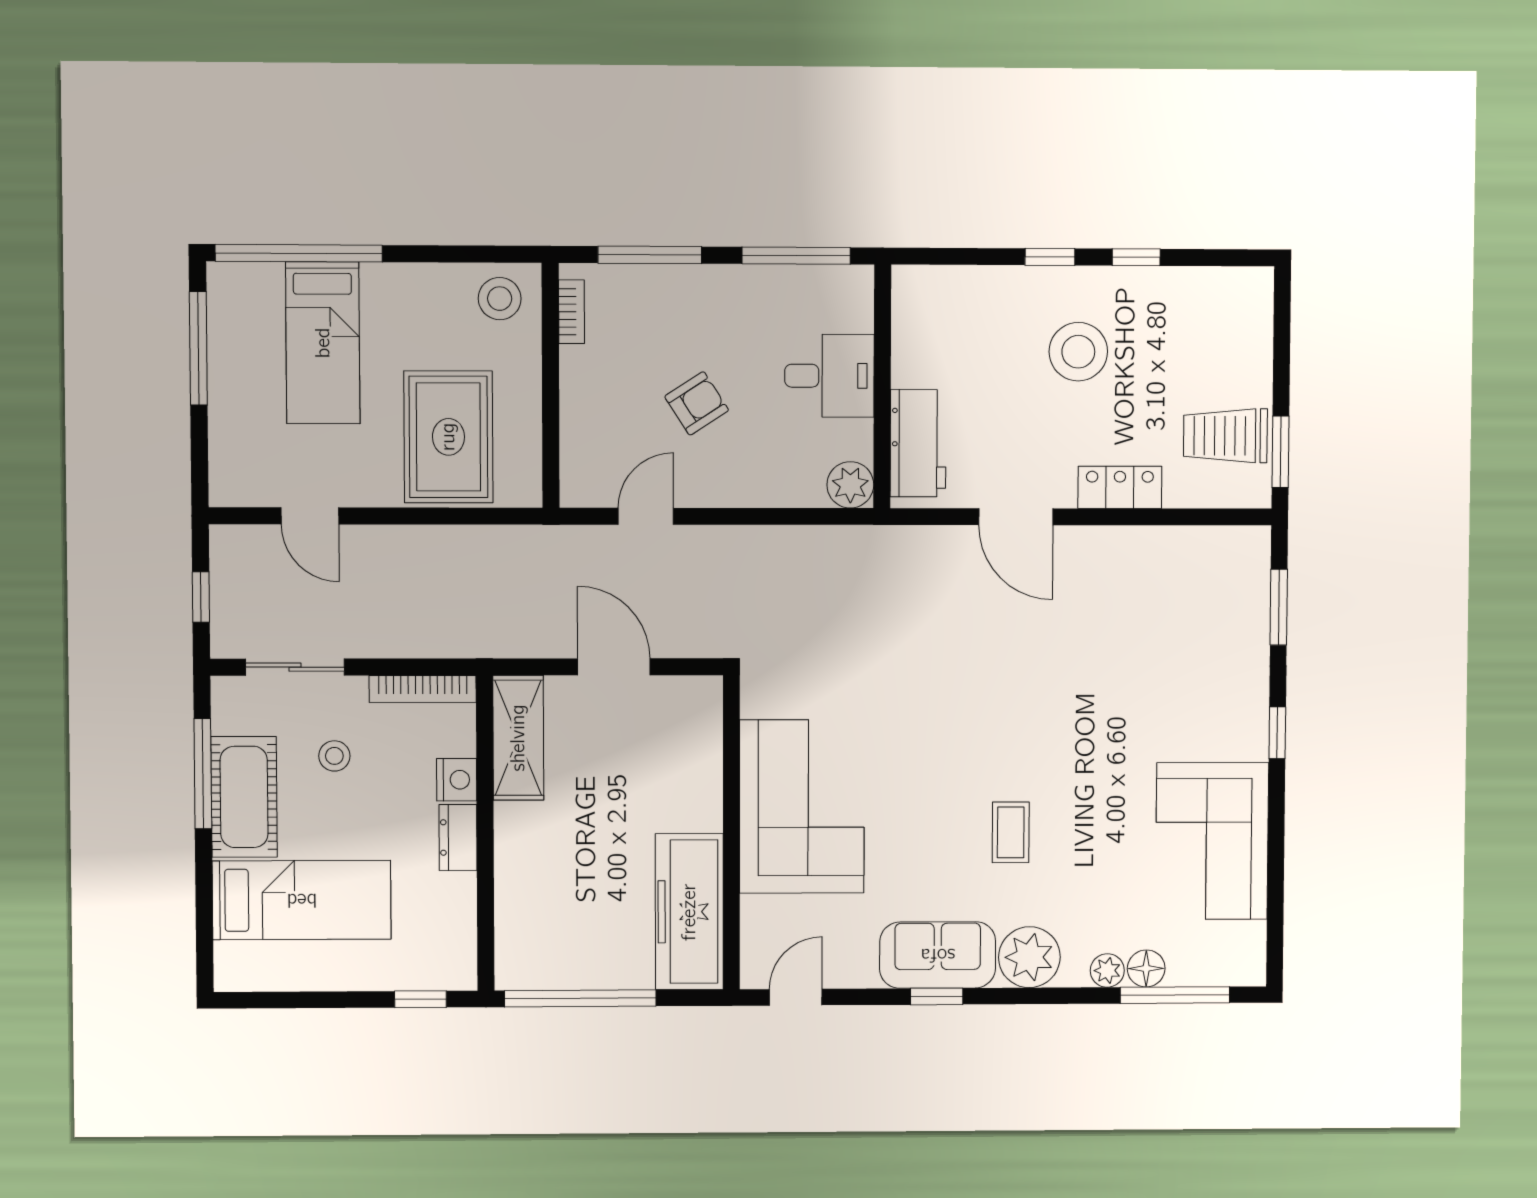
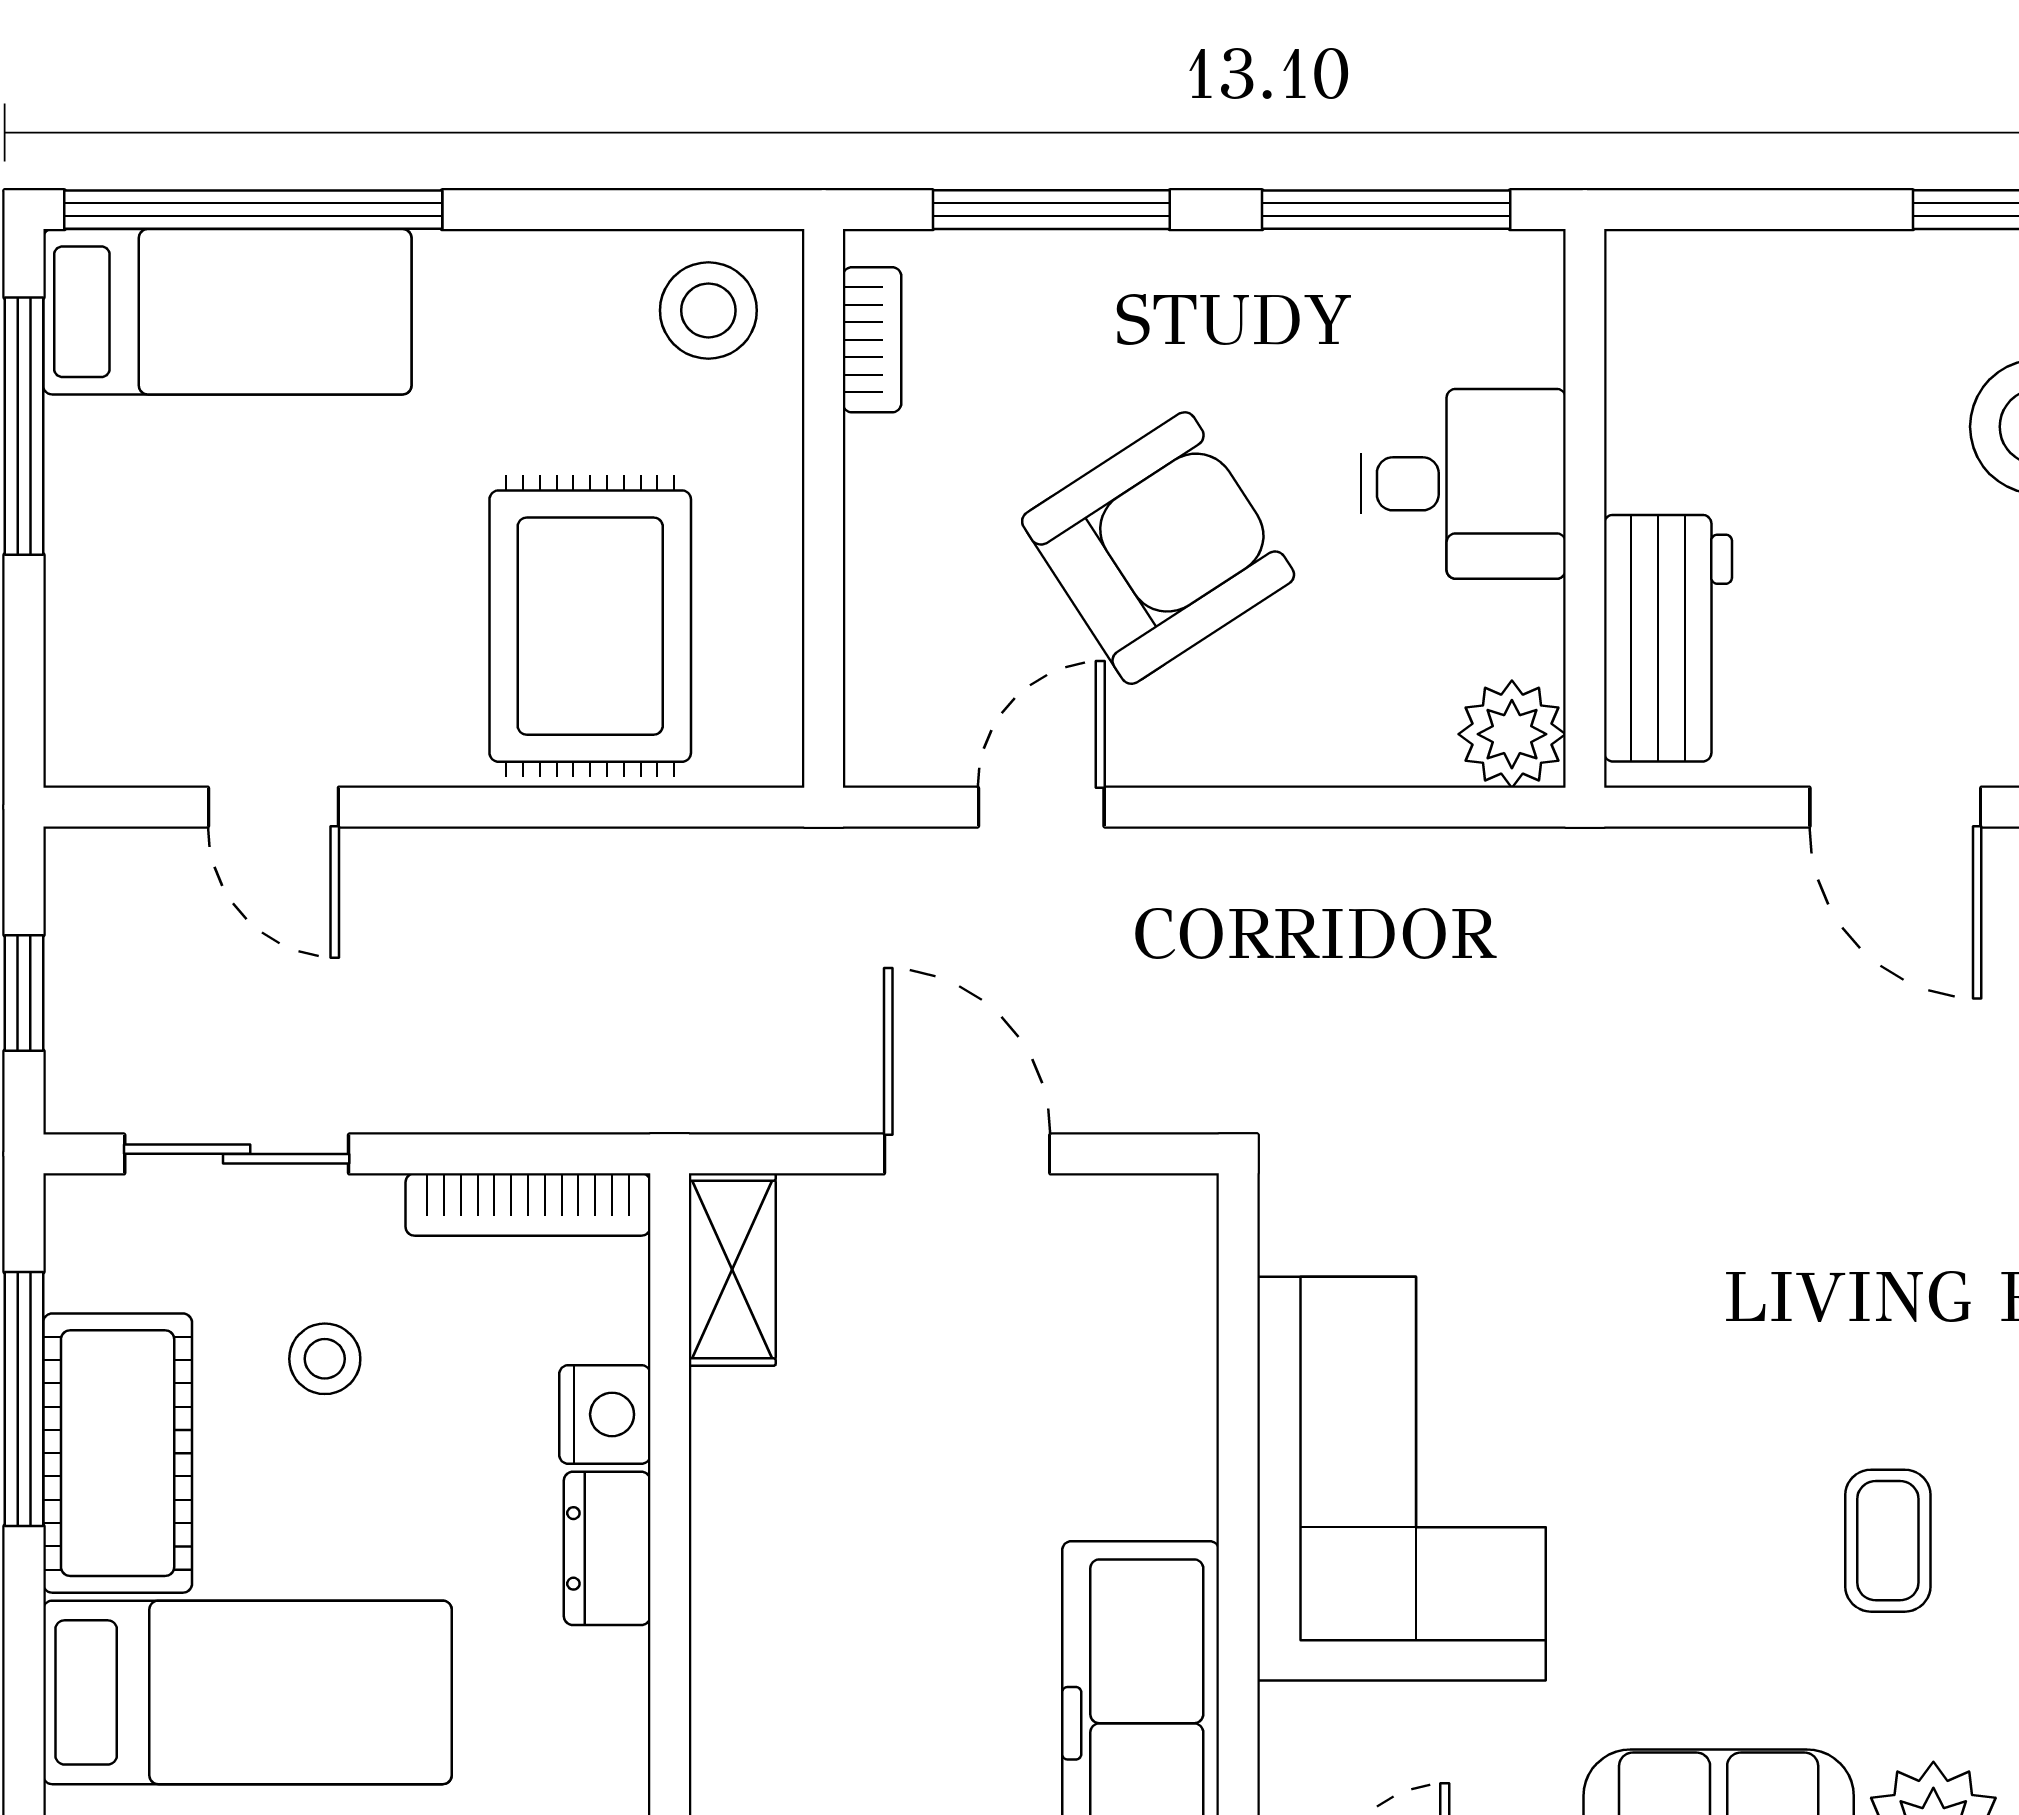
bed: (323, 343) -> (227, 312), moved, turned -90
armchair: (697, 403) -> (1158, 548), width x1.88, depth x1.88
shelving: (518, 738) -> (732, 1270), width x0.67, depth x0.75

